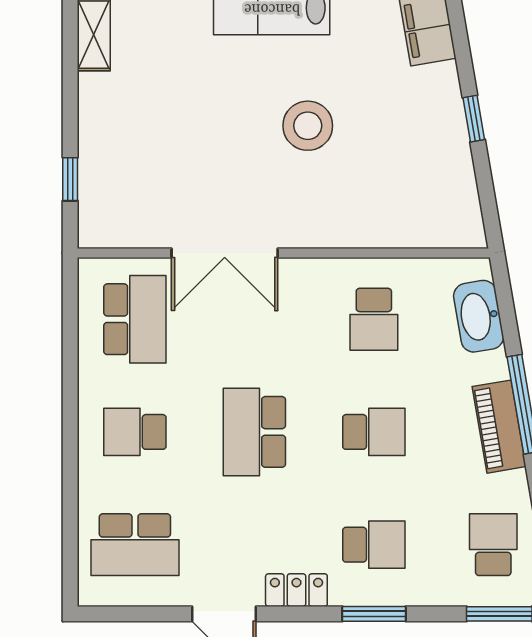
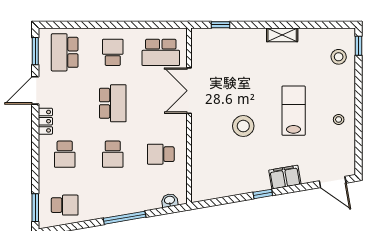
window: (474, 119) -> (263, 194), moved
washbasin: (479, 316) -> (170, 200), width x0.52, depth x0.69
piano: (499, 427) -> (115, 208), removed
school desk: (254, 432) -> (113, 103), turned 90
window: (374, 614) -> (35, 51), moved

